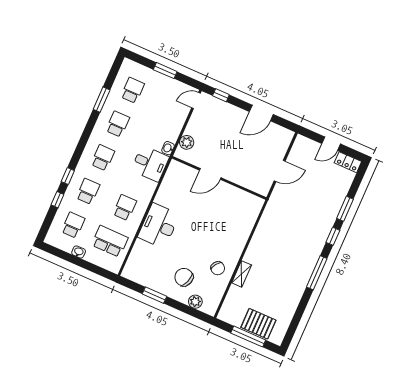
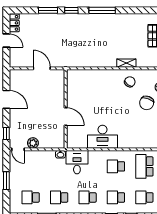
plant: (187, 142) -> (33, 143), moved
desk: (159, 226) -> (103, 137), moved

